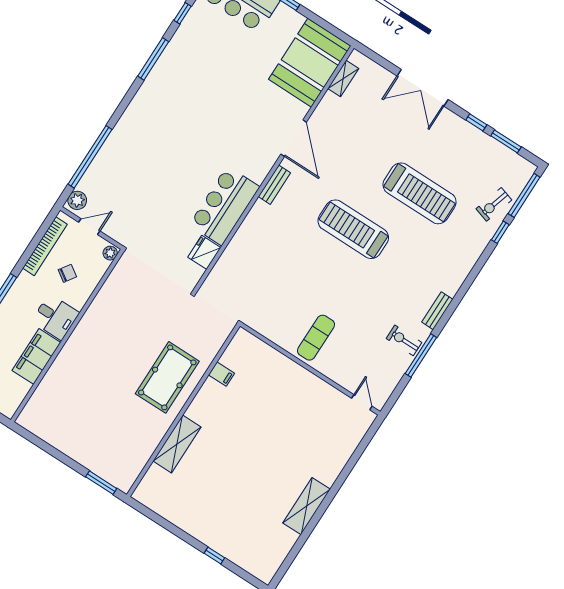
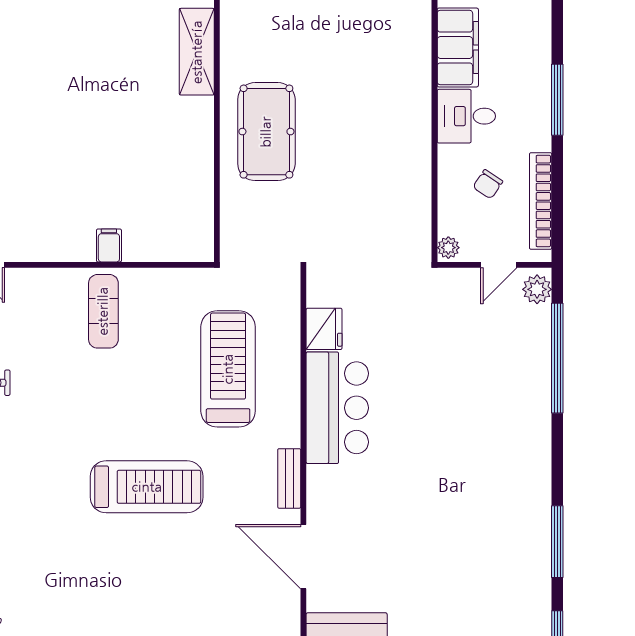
treadmill: (420, 193) -> (228, 369), moved, turned 90
filing cabinet: (221, 374) -> (109, 245), moved, turned 90

